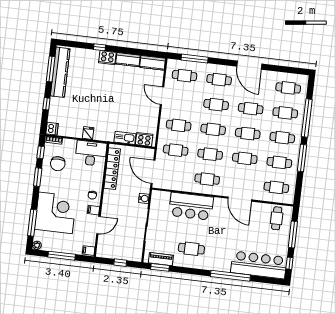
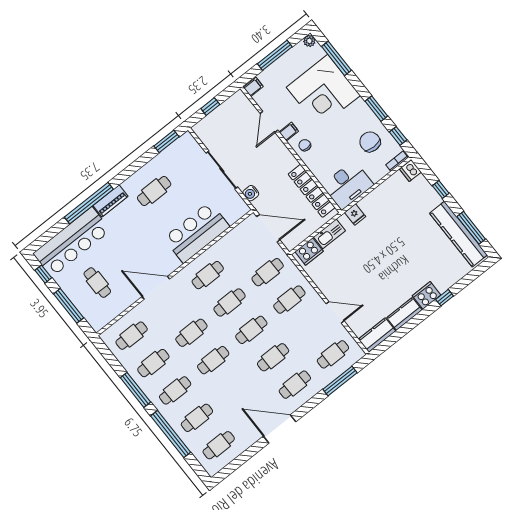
cafe table: (251, 109) -> (235, 388), removed
fridge: (88, 133) -> (355, 214), moved
cafe table: (277, 218) -> (97, 283), moved
piano: (161, 259) -> (110, 201), moved

